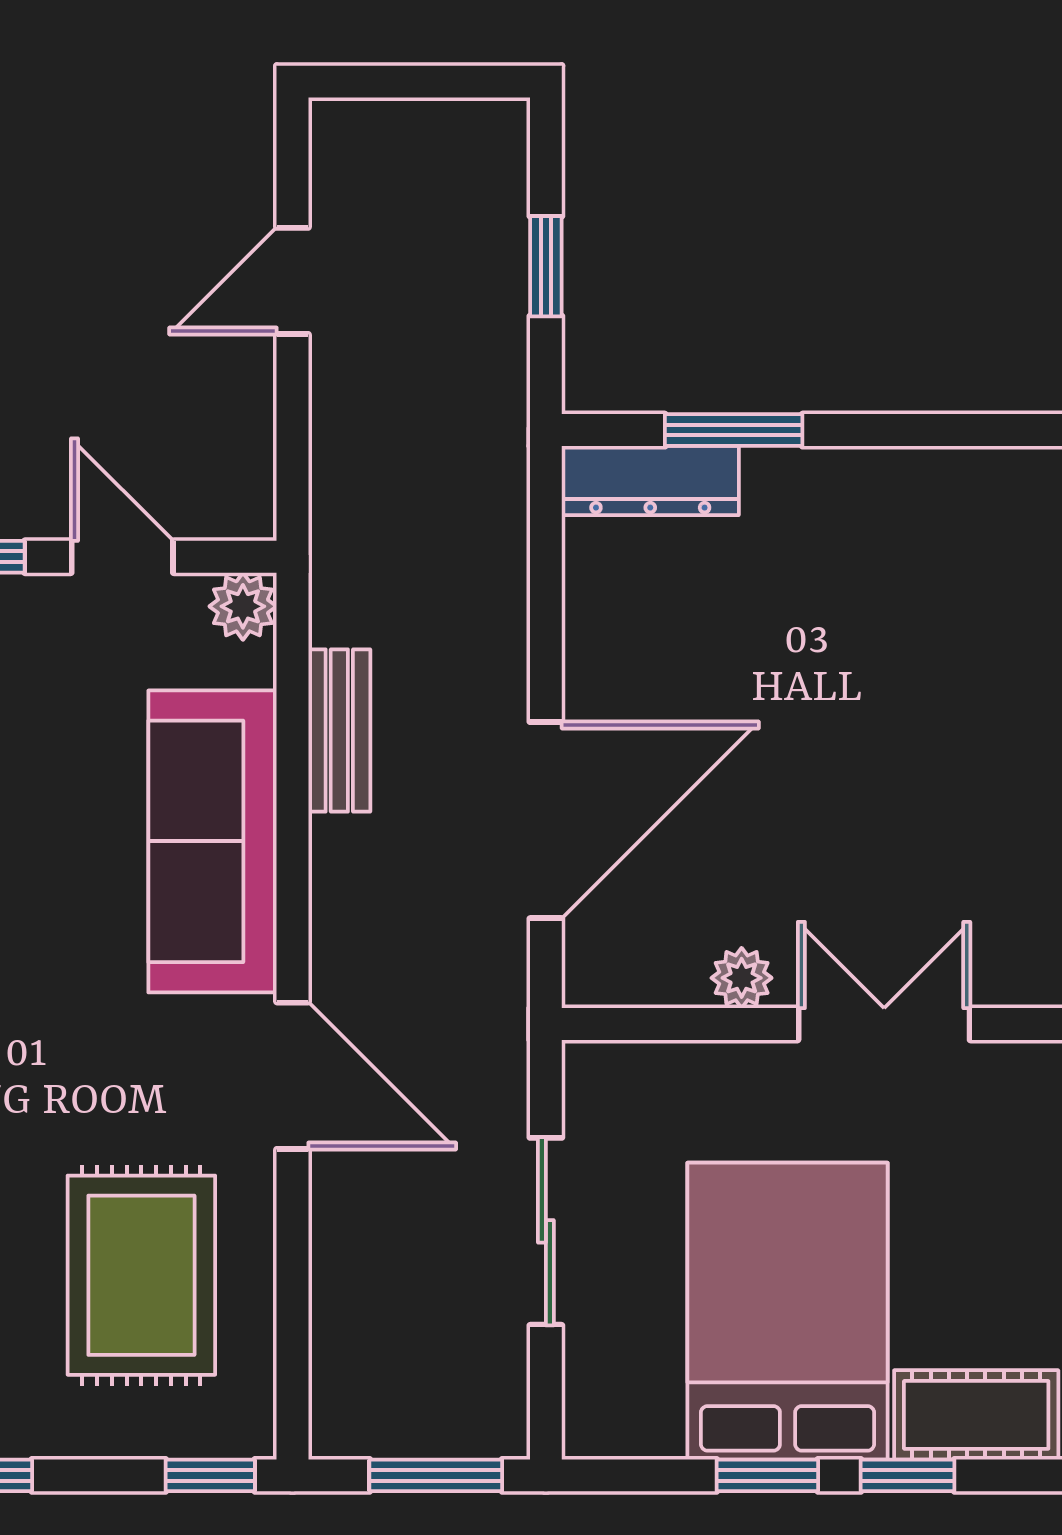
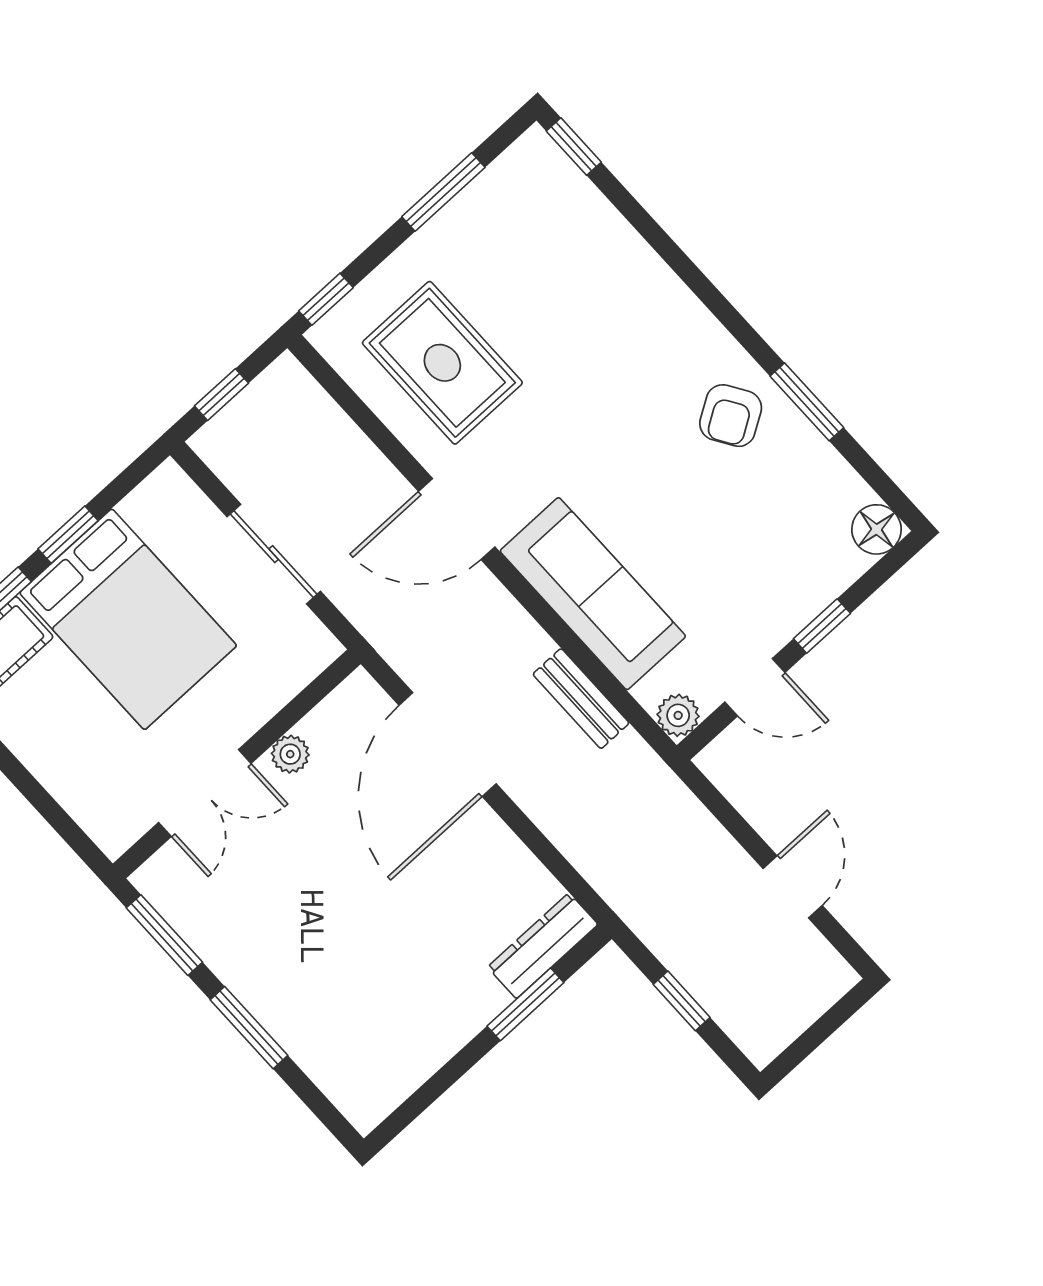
window: (436, 1475) -> (221, 395), width x0.67

